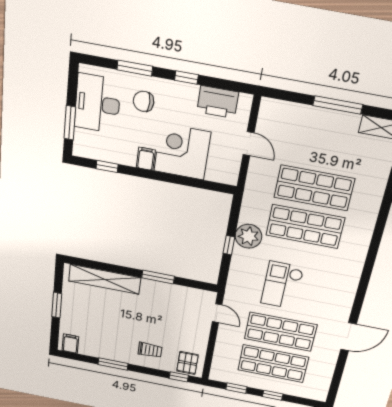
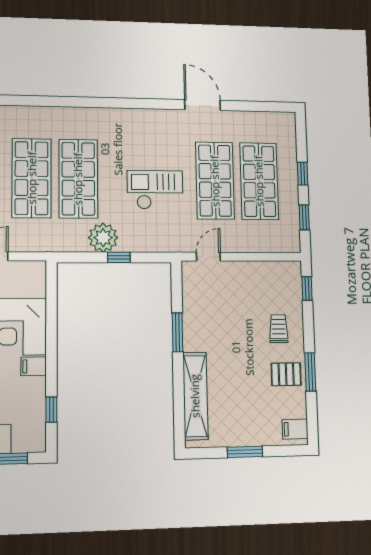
checkout: (282, 285) -> (155, 190), turned 180
pallet: (187, 363) -> (286, 374), moved

